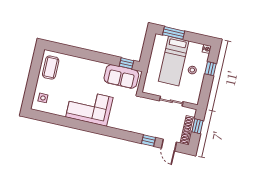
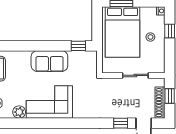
bed: (174, 61) -> (123, 32), width x1.50
sofa: (121, 76) -> (49, 61), moved
plant: (61, 110) -> (19, 112), added

